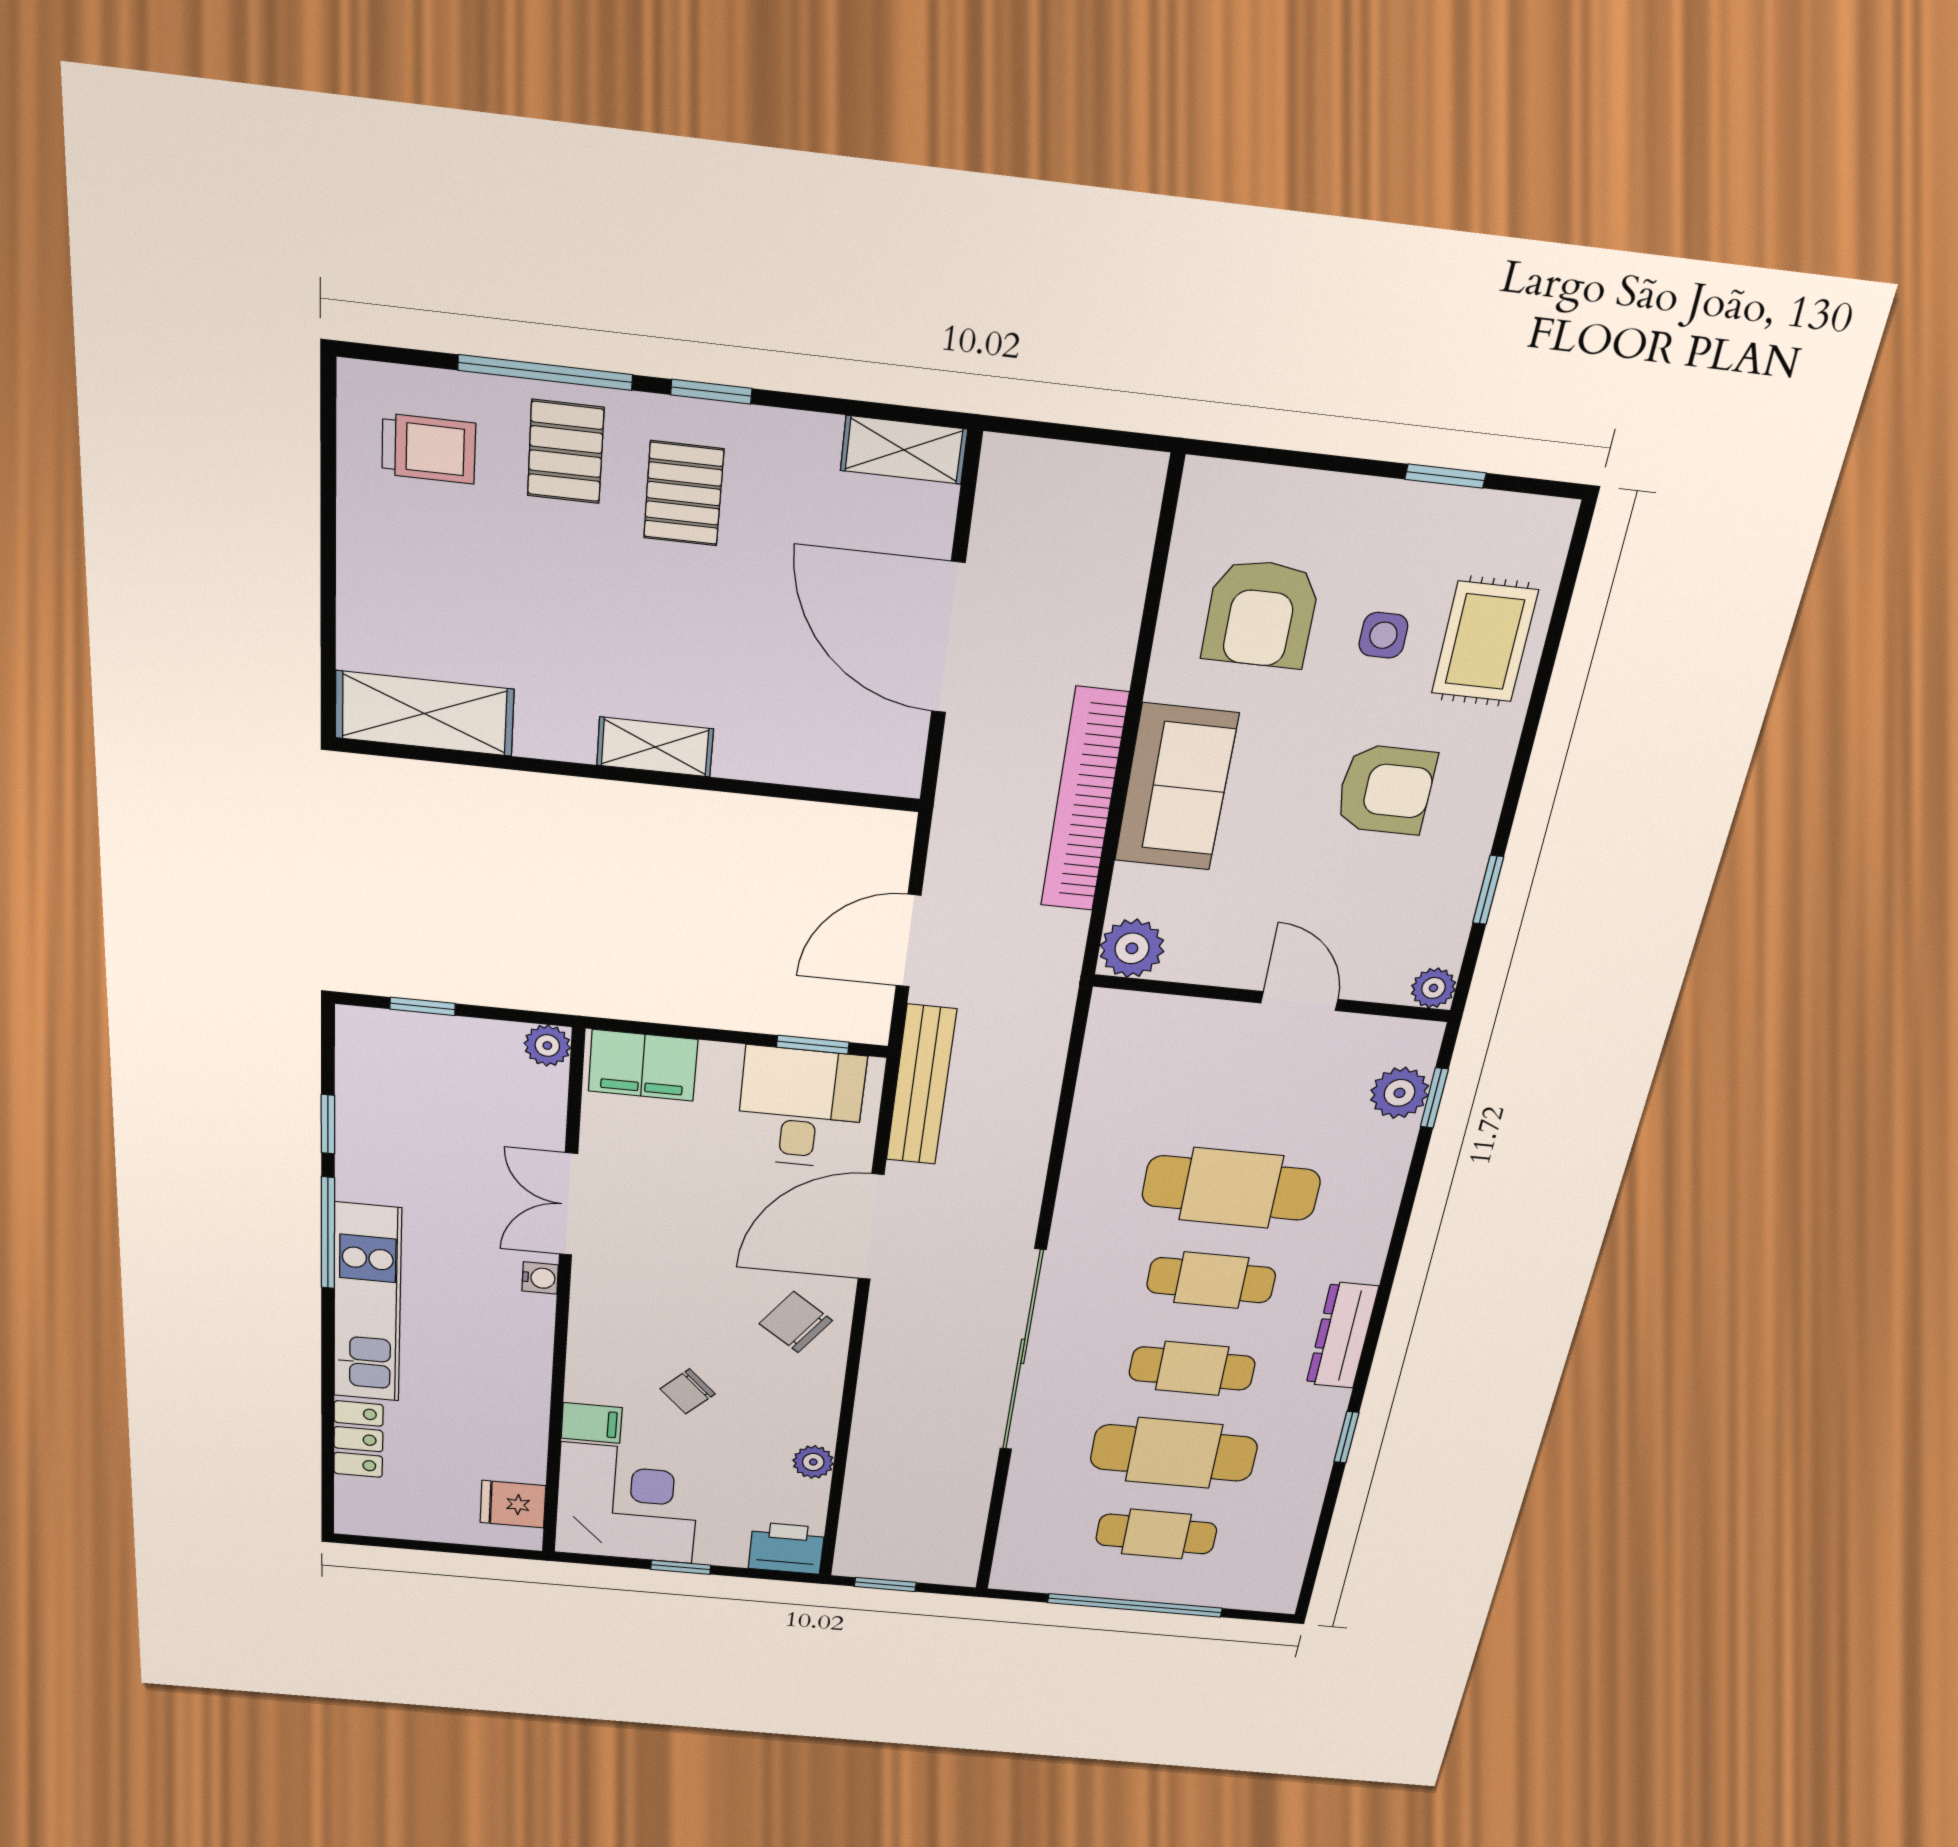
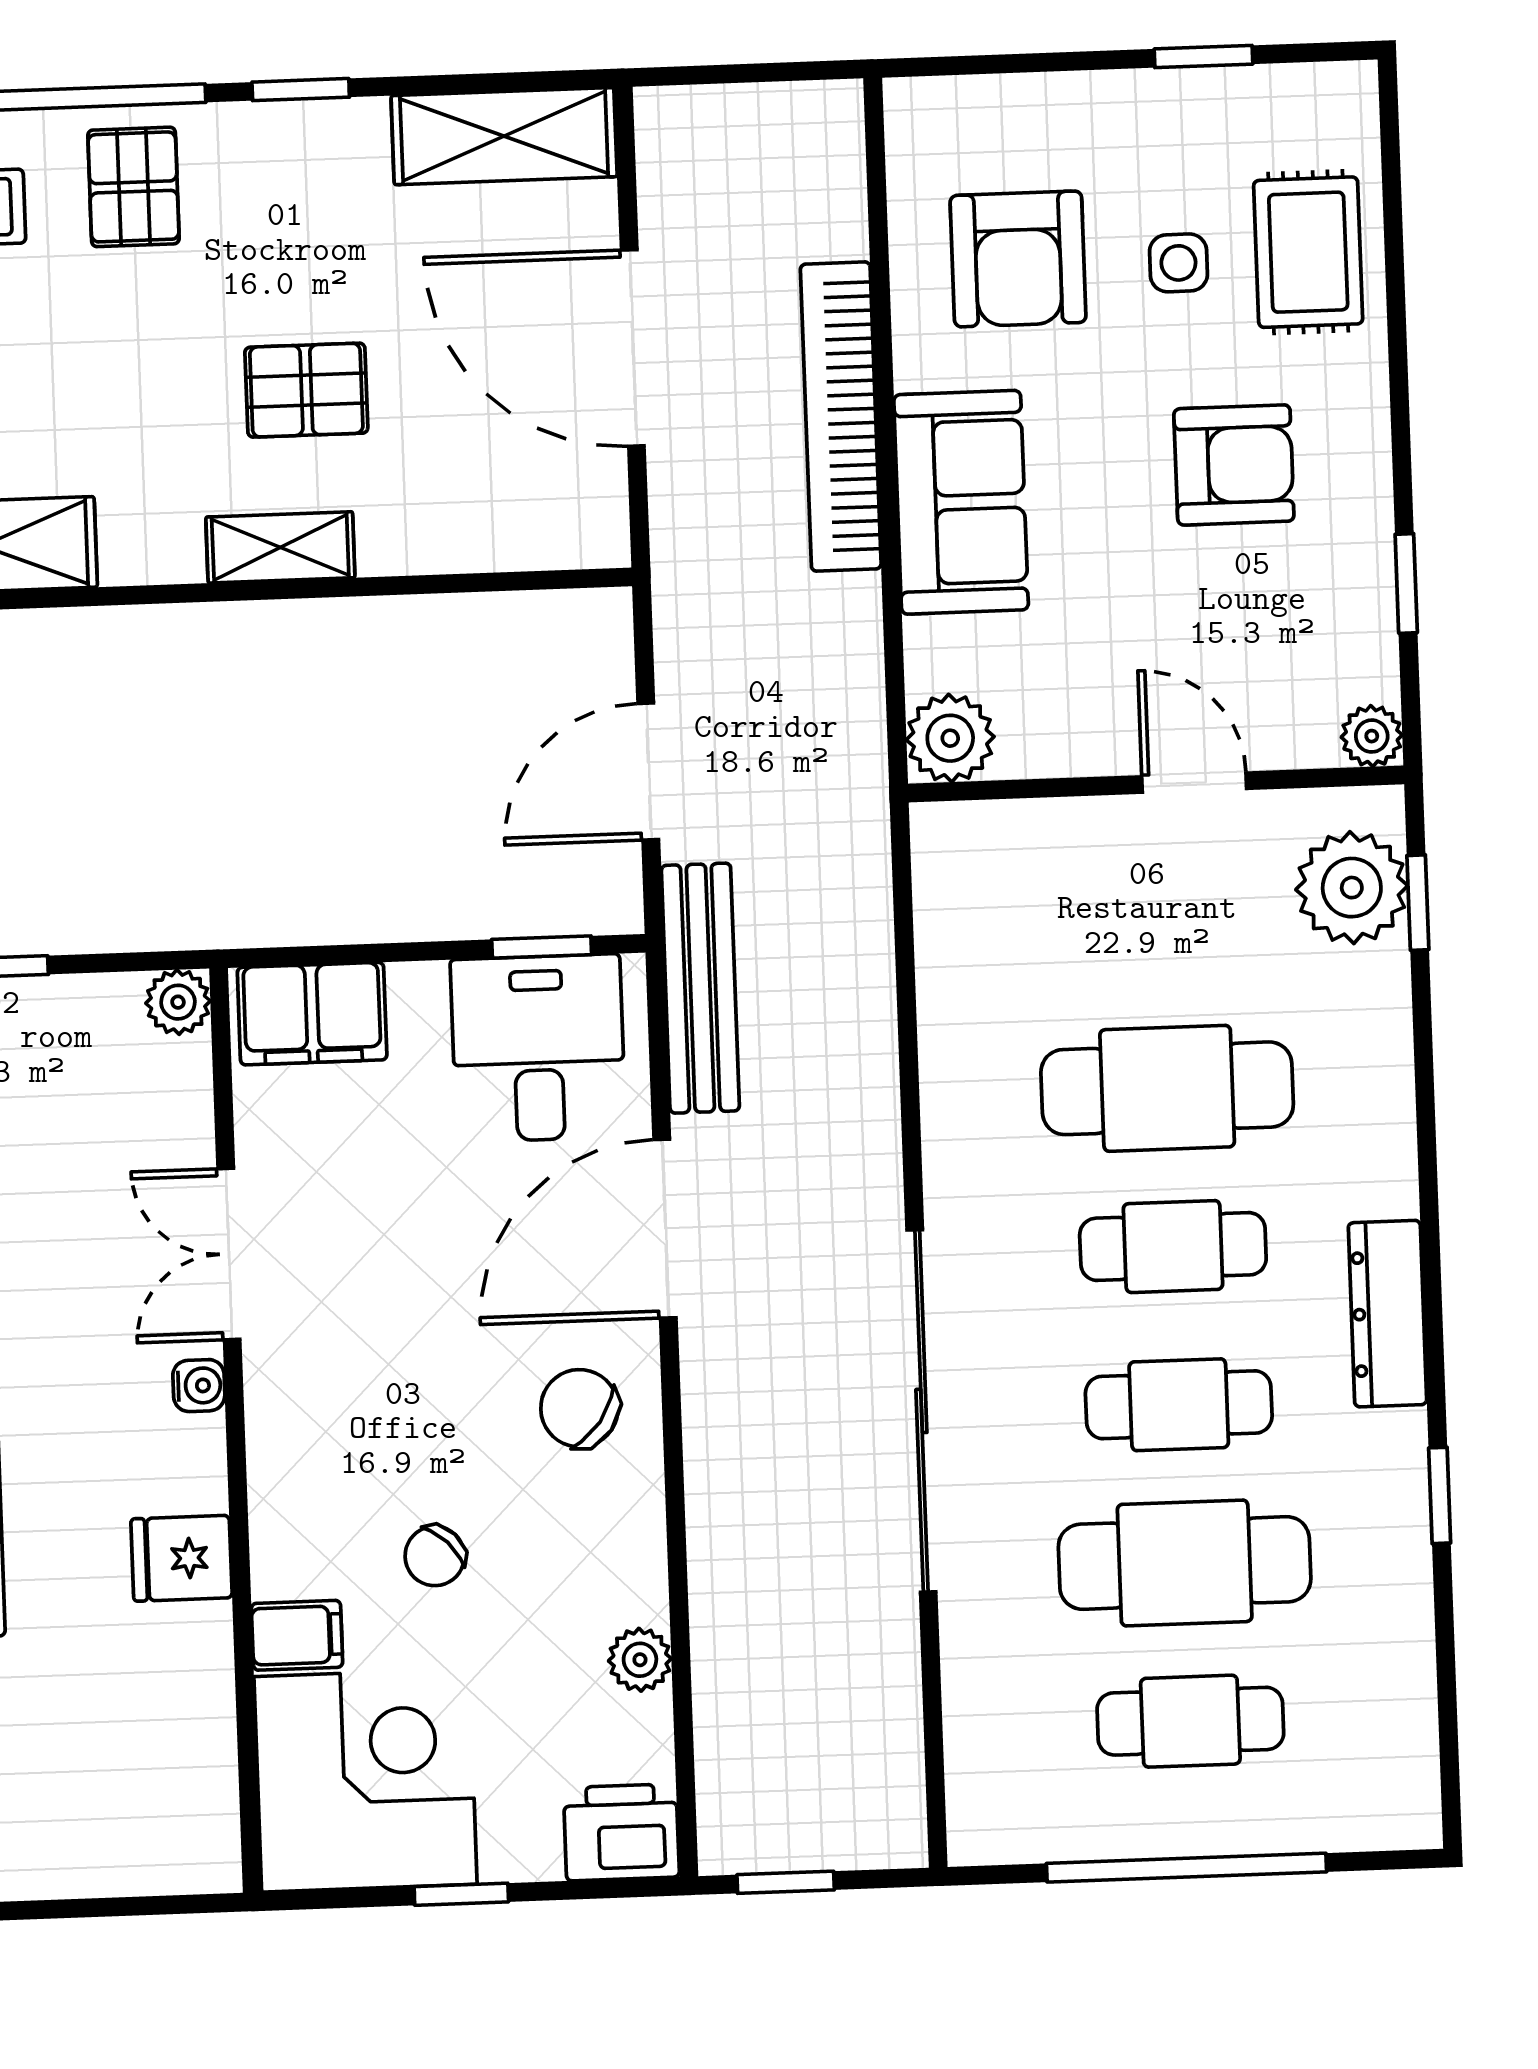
shelving: (904, 450) -> (504, 136), width x1.50, depth x1.33
pallet: (684, 494) -> (306, 390), moved, turned 90
bookcase: (1084, 801) -> (841, 417), moved
plant: (1400, 1093) -> (1352, 888), width x1.36, depth x1.36
fridge: (513, 1504) -> (182, 1558), moved

